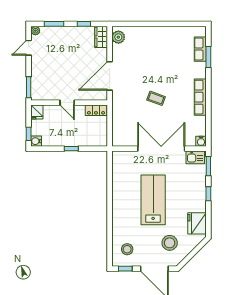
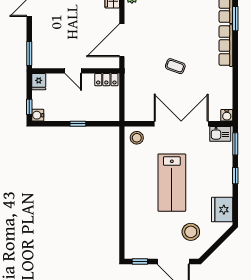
row of seats: (200, 97) -> (226, 46), moved
lab bench: (153, 200) -> (172, 183), turned 180
stool: (127, 249) -> (137, 138), moved

